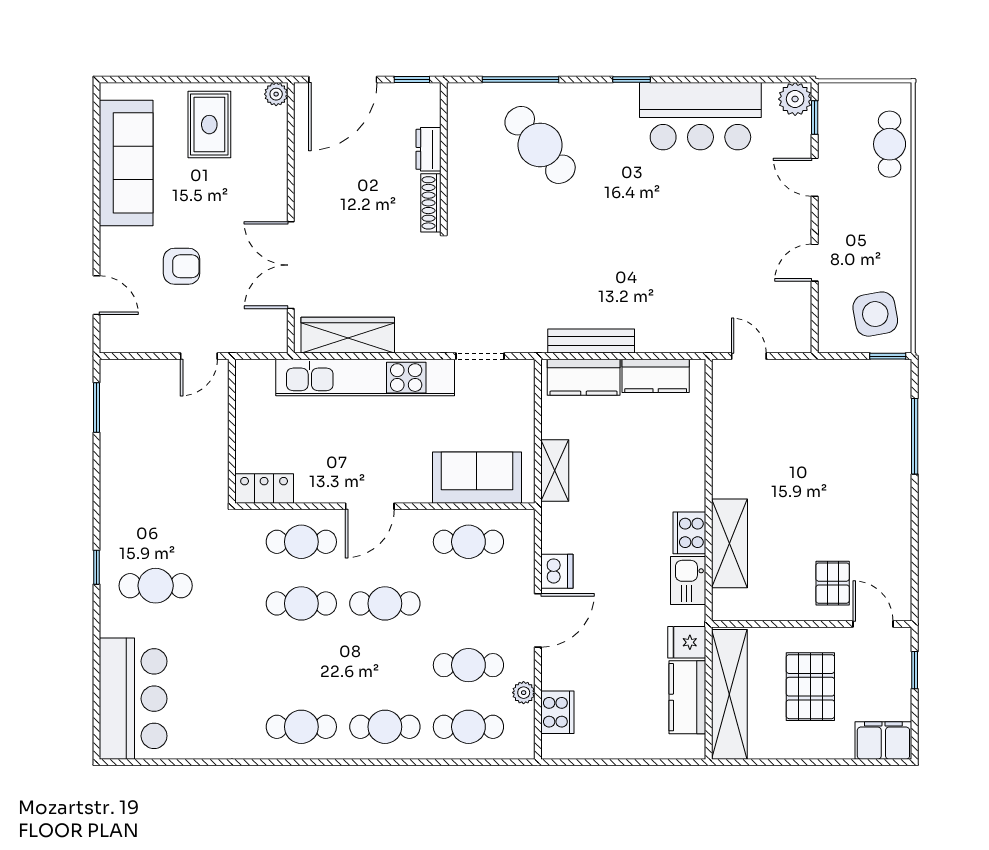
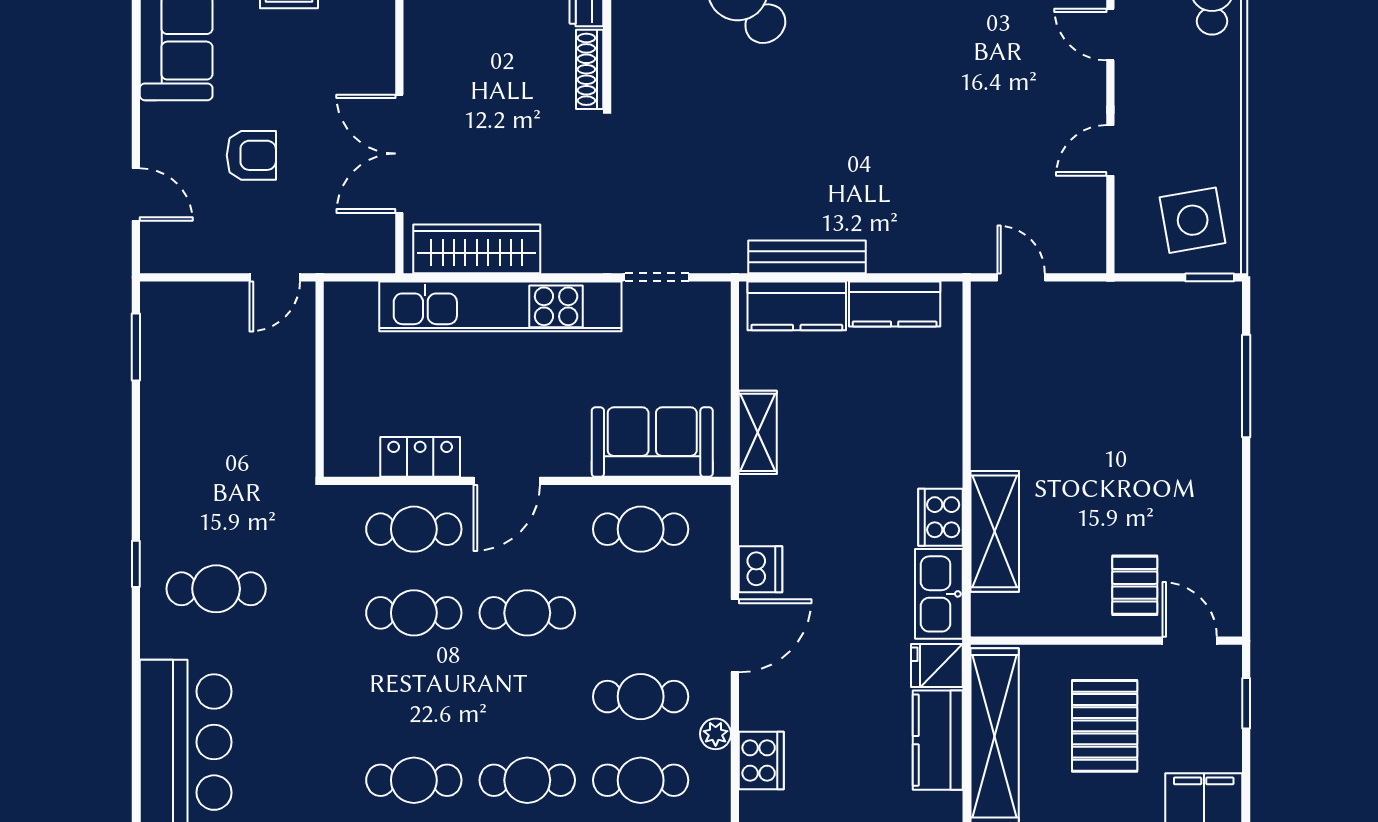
locker: (264, 489) -> (420, 457), moved
kitchen sink: (688, 580) -> (939, 594), width x1.38

